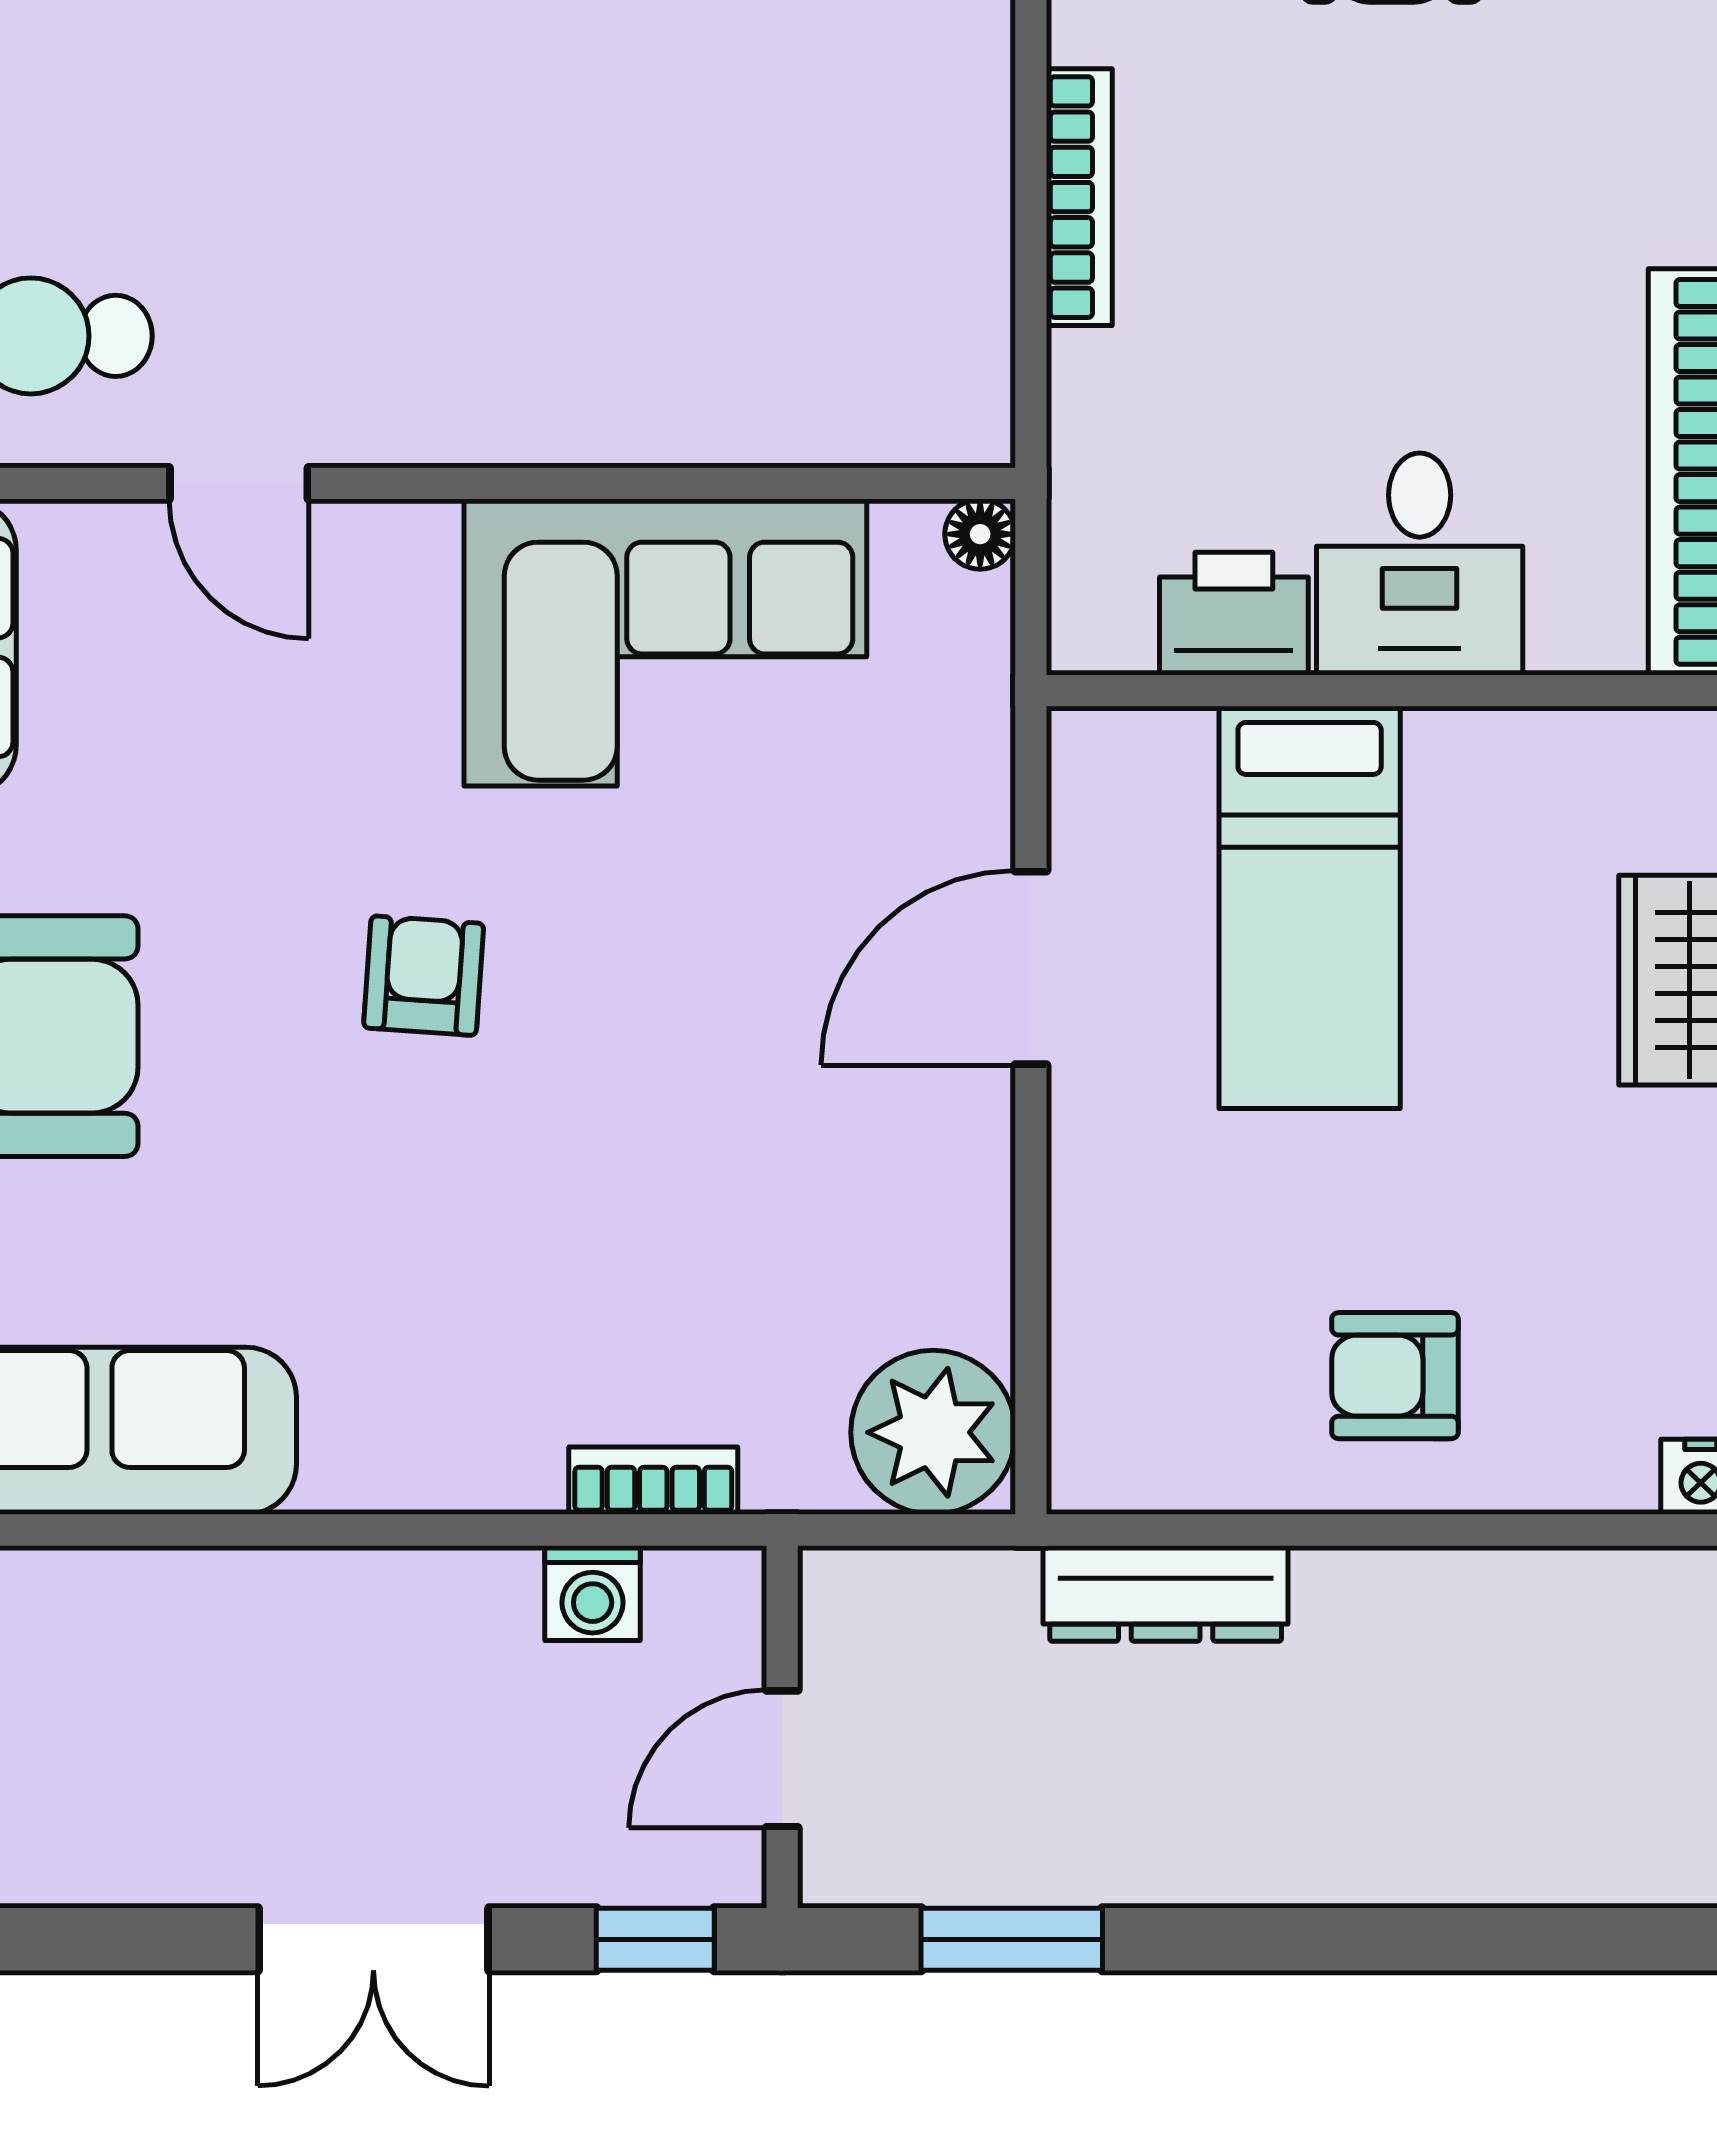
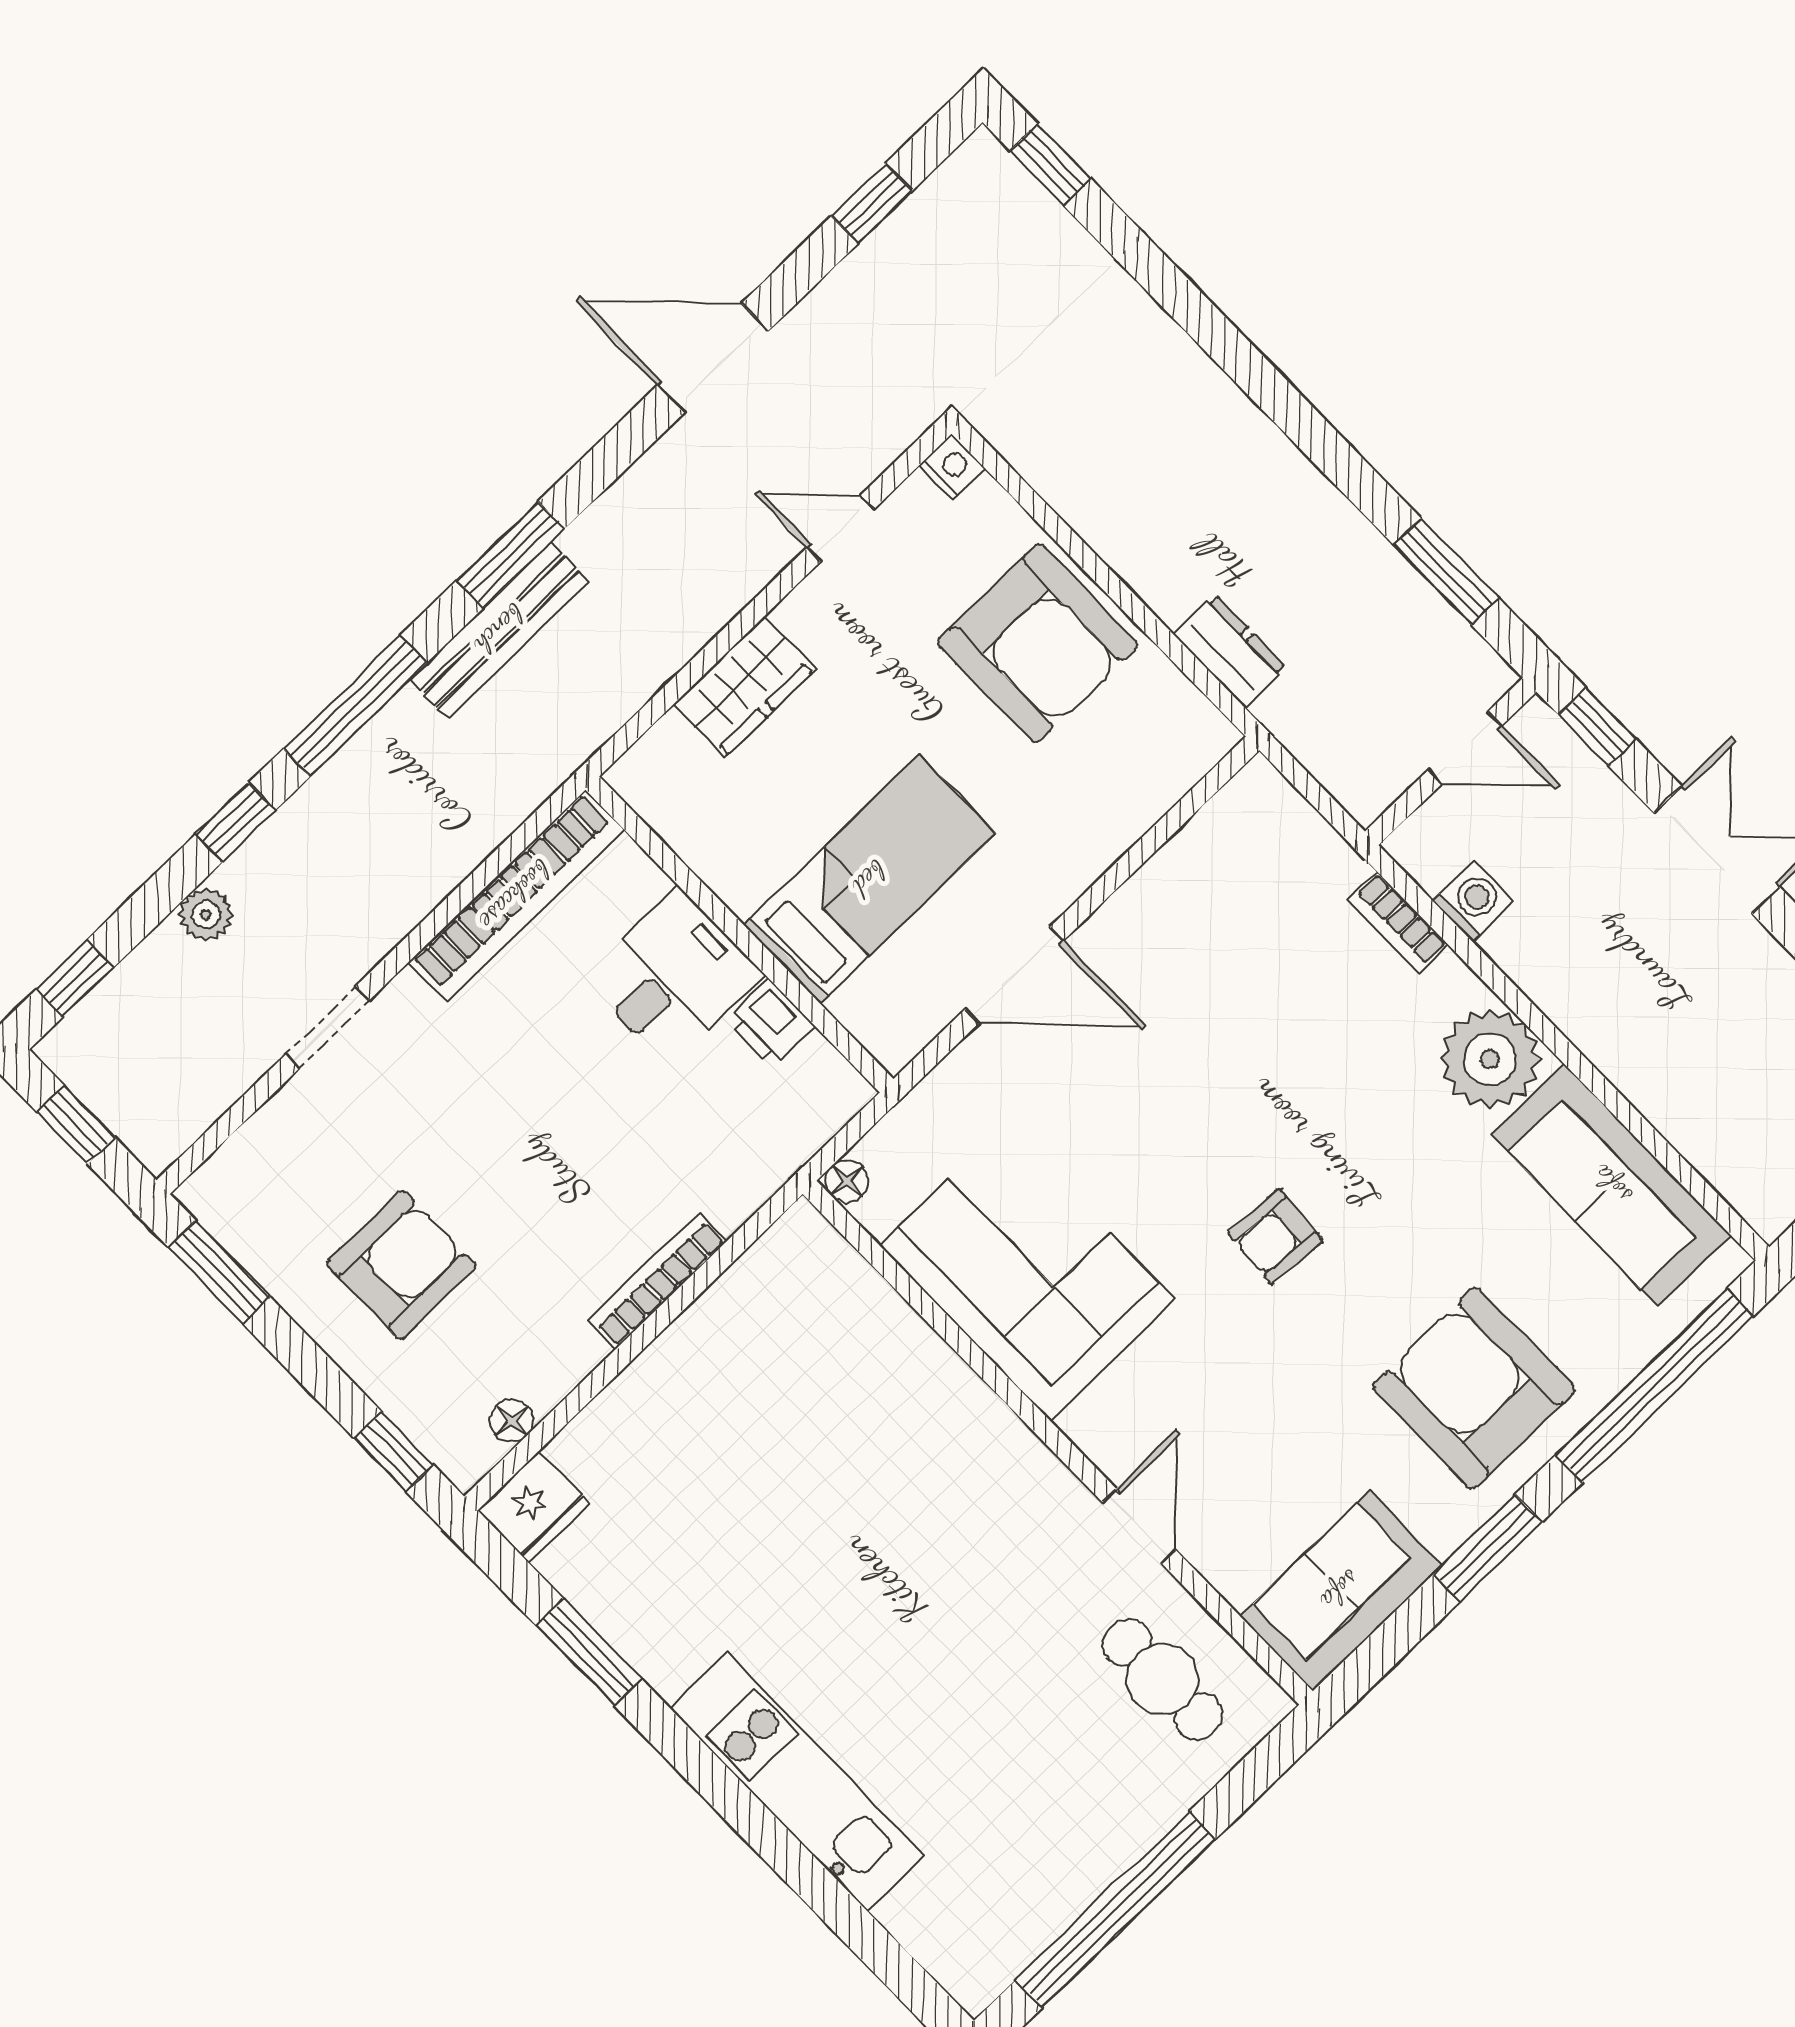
printer: (1234, 614) -> (770, 1023), width x0.73, depth x0.81
armchair: (1395, 1376) -> (1038, 643), width x1.88, depth x1.88
plant: (933, 1432) -> (1490, 1059), moved
dresser: (1166, 1593) -> (1230, 651), width x0.70

